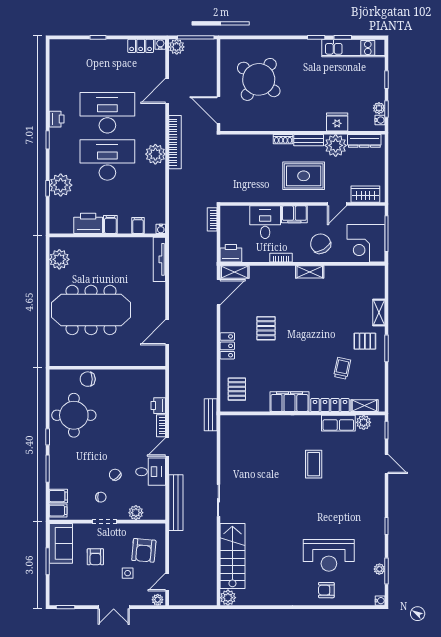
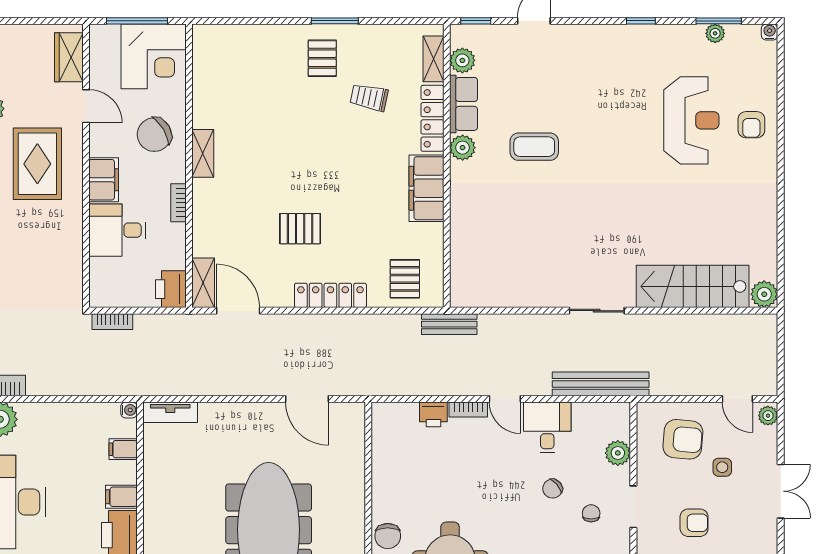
tv unit: (159, 259) -> (170, 412), width x0.71
shelving: (379, 313) -> (273, 34), removed
locker: (227, 346) -> (330, 295), width x1.53
pallet: (237, 389) -> (405, 279), turned 90
plant: (313, 422) -> (463, 148), added

